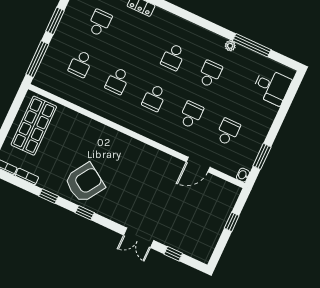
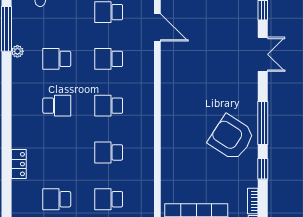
school desk: (81, 64) -> (109, 199), turned 180
school desk: (117, 81) -> (109, 152), turned 180
school desk: (154, 98) -> (109, 106), turned 180
window: (85, 213) -> (263, 123), width x2.17

